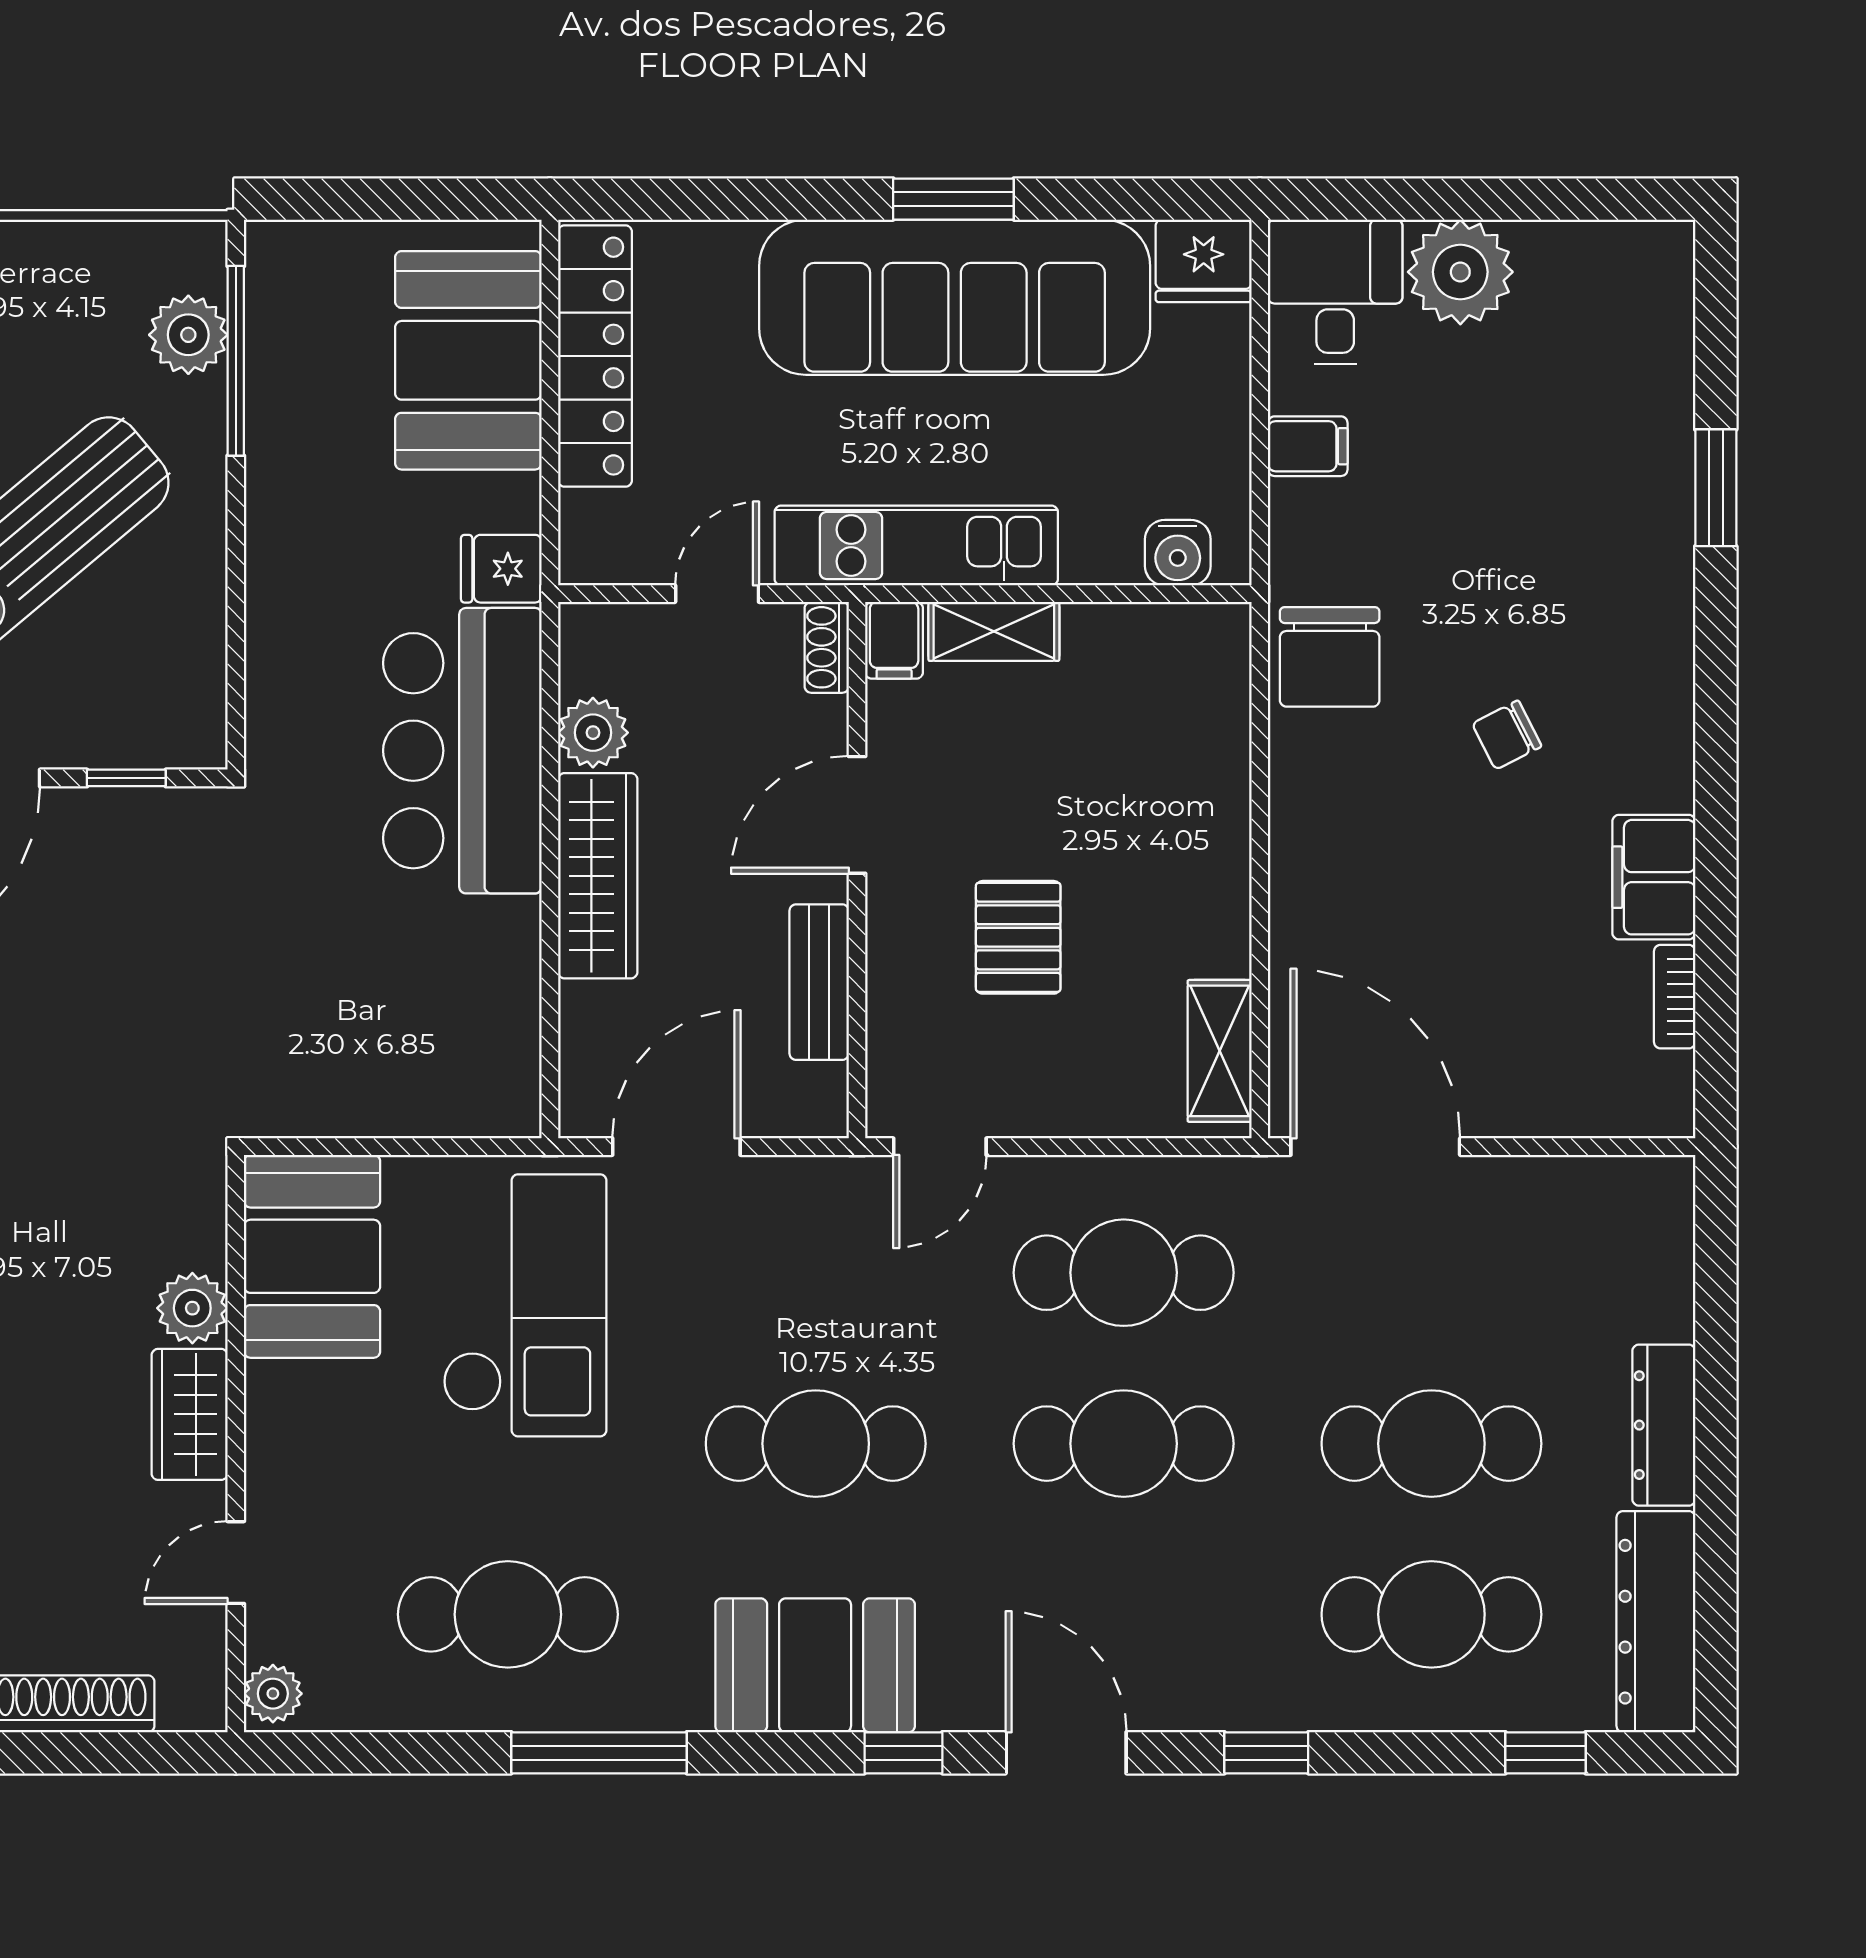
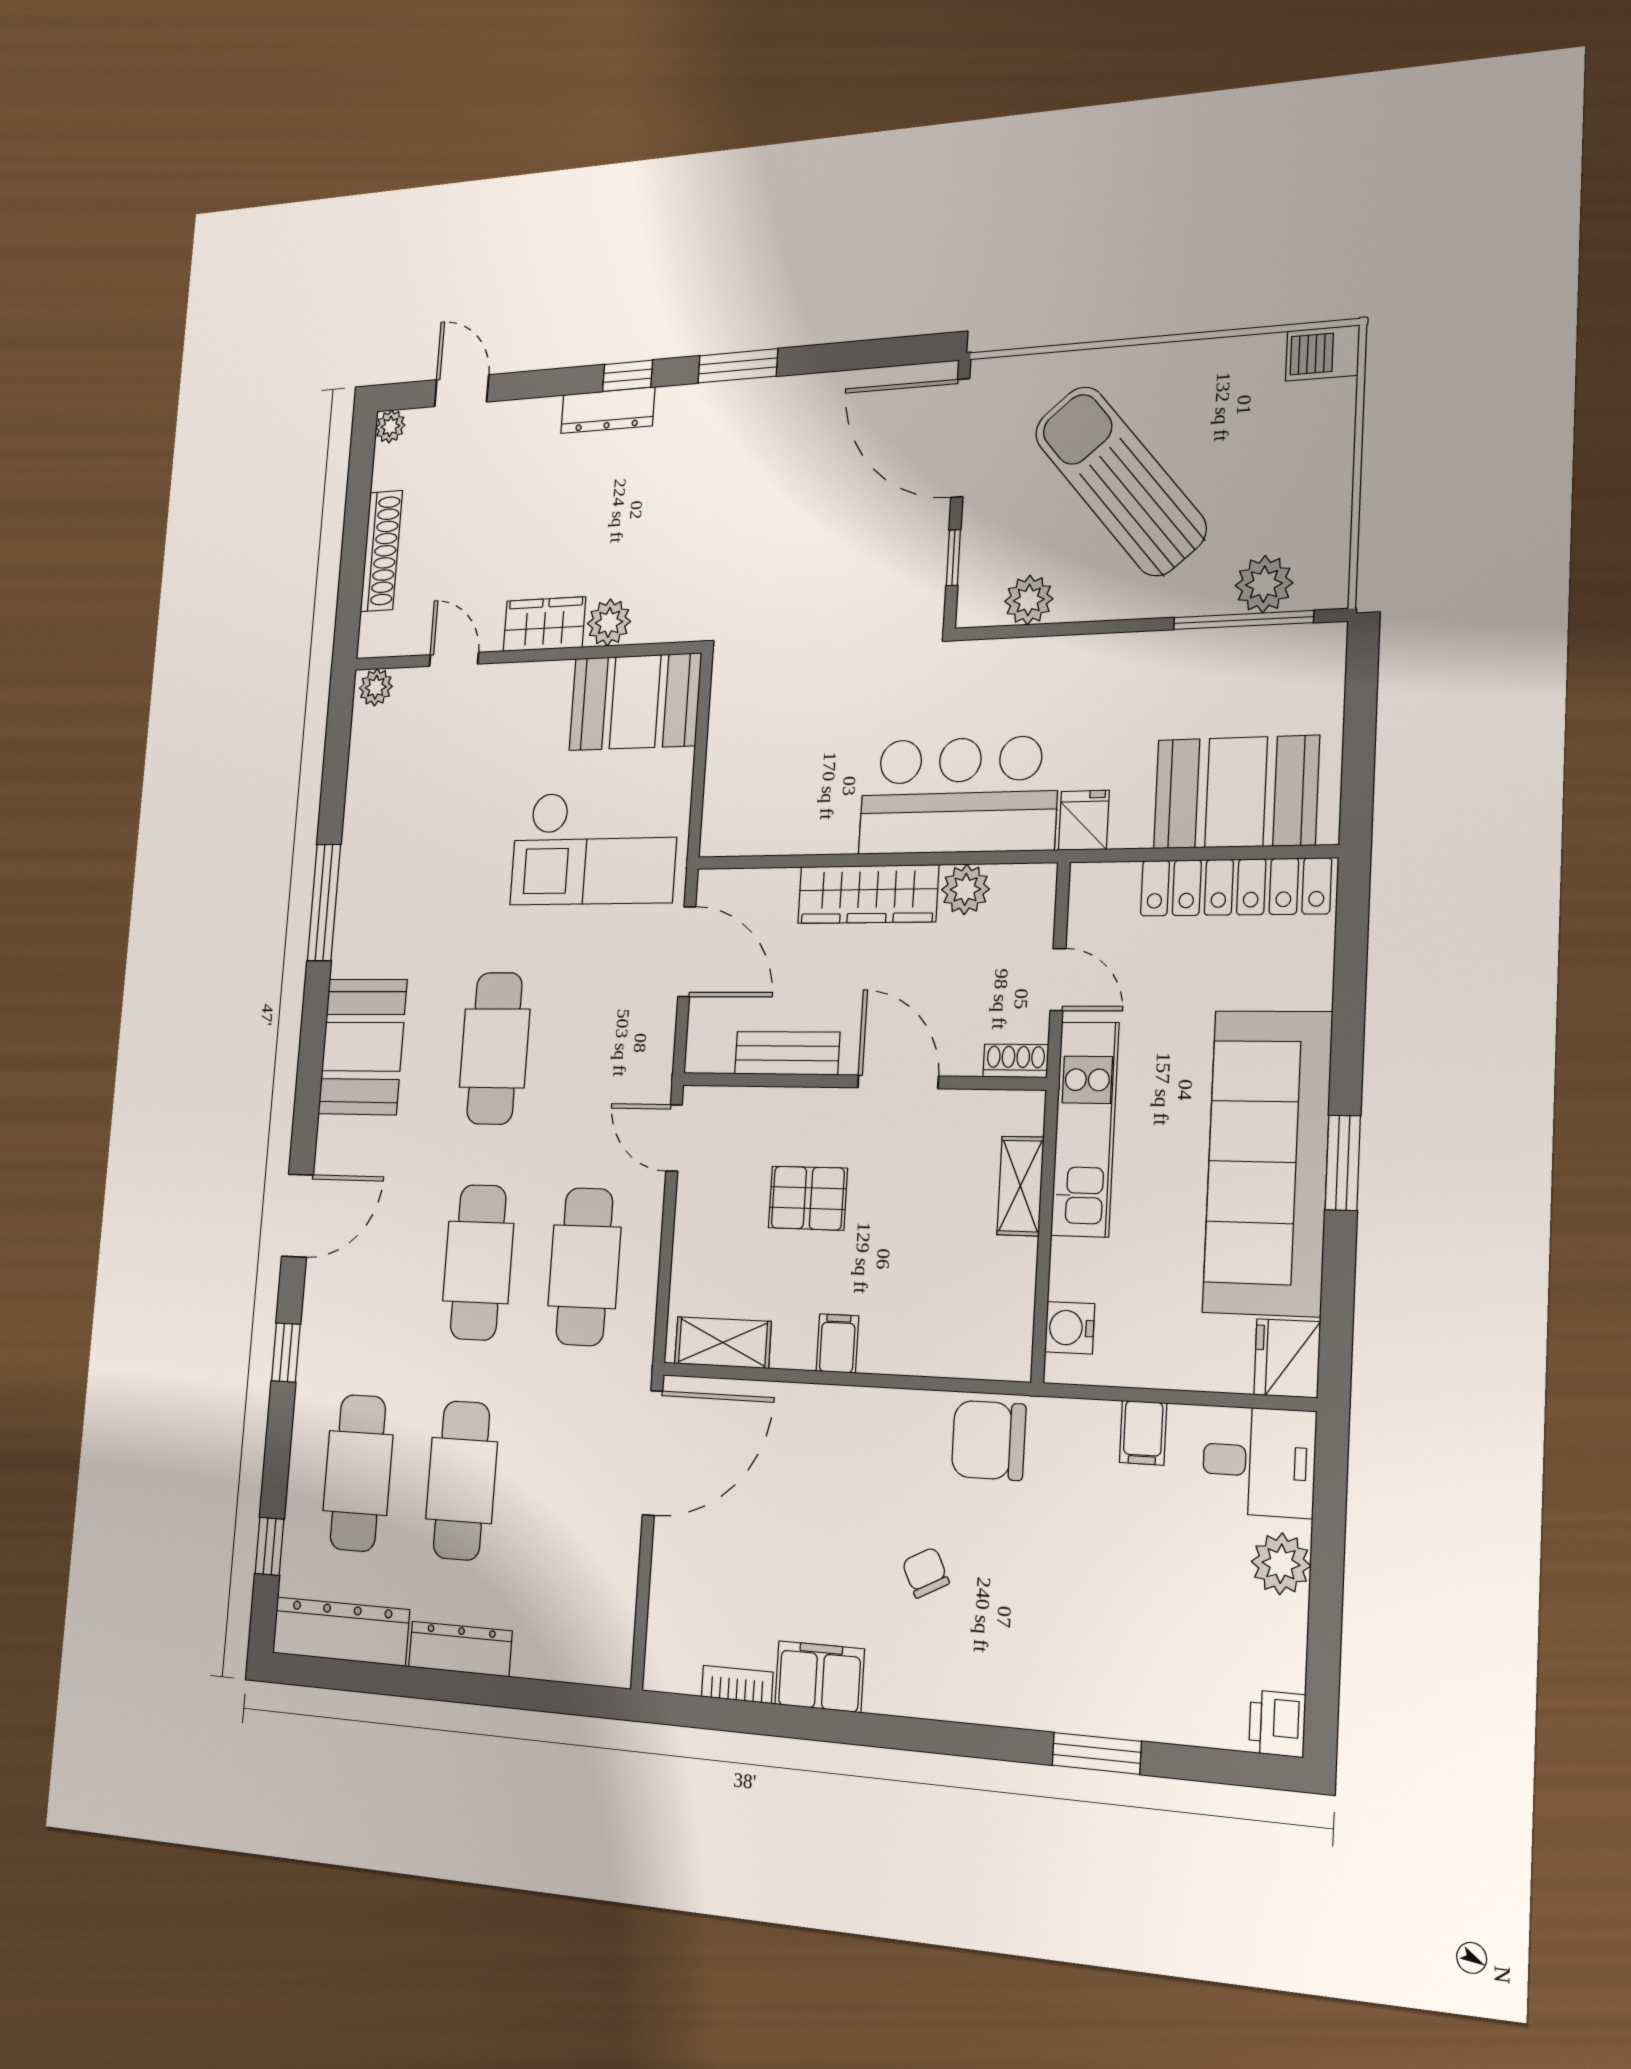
printer: (1657, 254) -> (1277, 1724), added
plant: (1460, 272) -> (1281, 1564), width x0.73, depth x0.73
filing cabinet: (894, 640) -> (837, 1343), moved, turned 90
plant: (193, 664) -> (1029, 600), added
cafe table: (508, 1614) -> (409, 841), removed
window: (903, 1753) -> (307, 1106), removed

